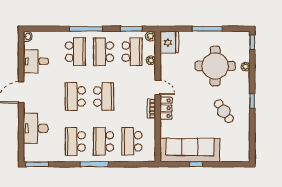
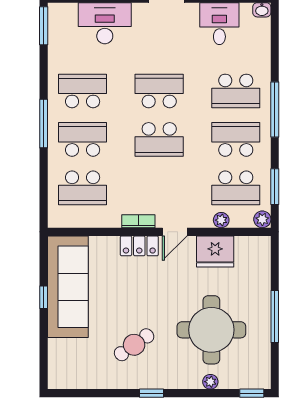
fridge: (169, 42) -> (215, 251), moved
school desk: (132, 141) -> (83, 188), turned 180

